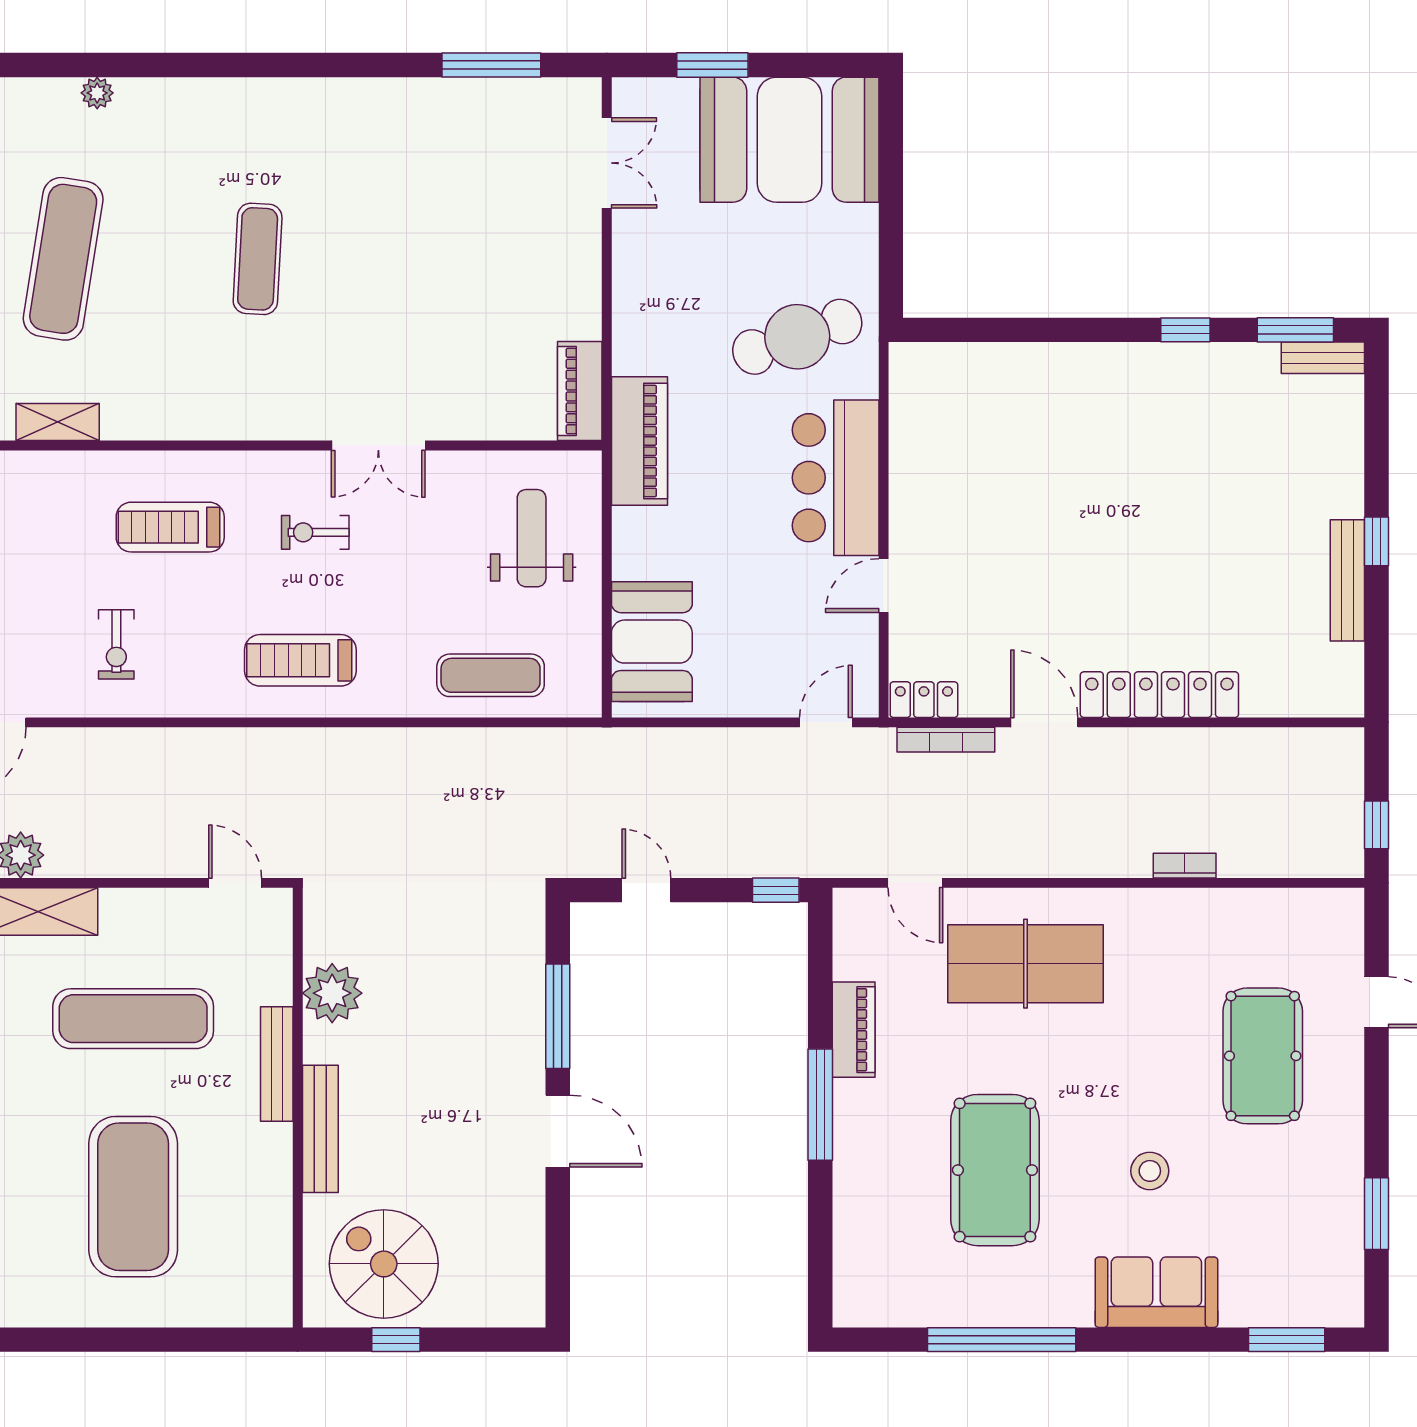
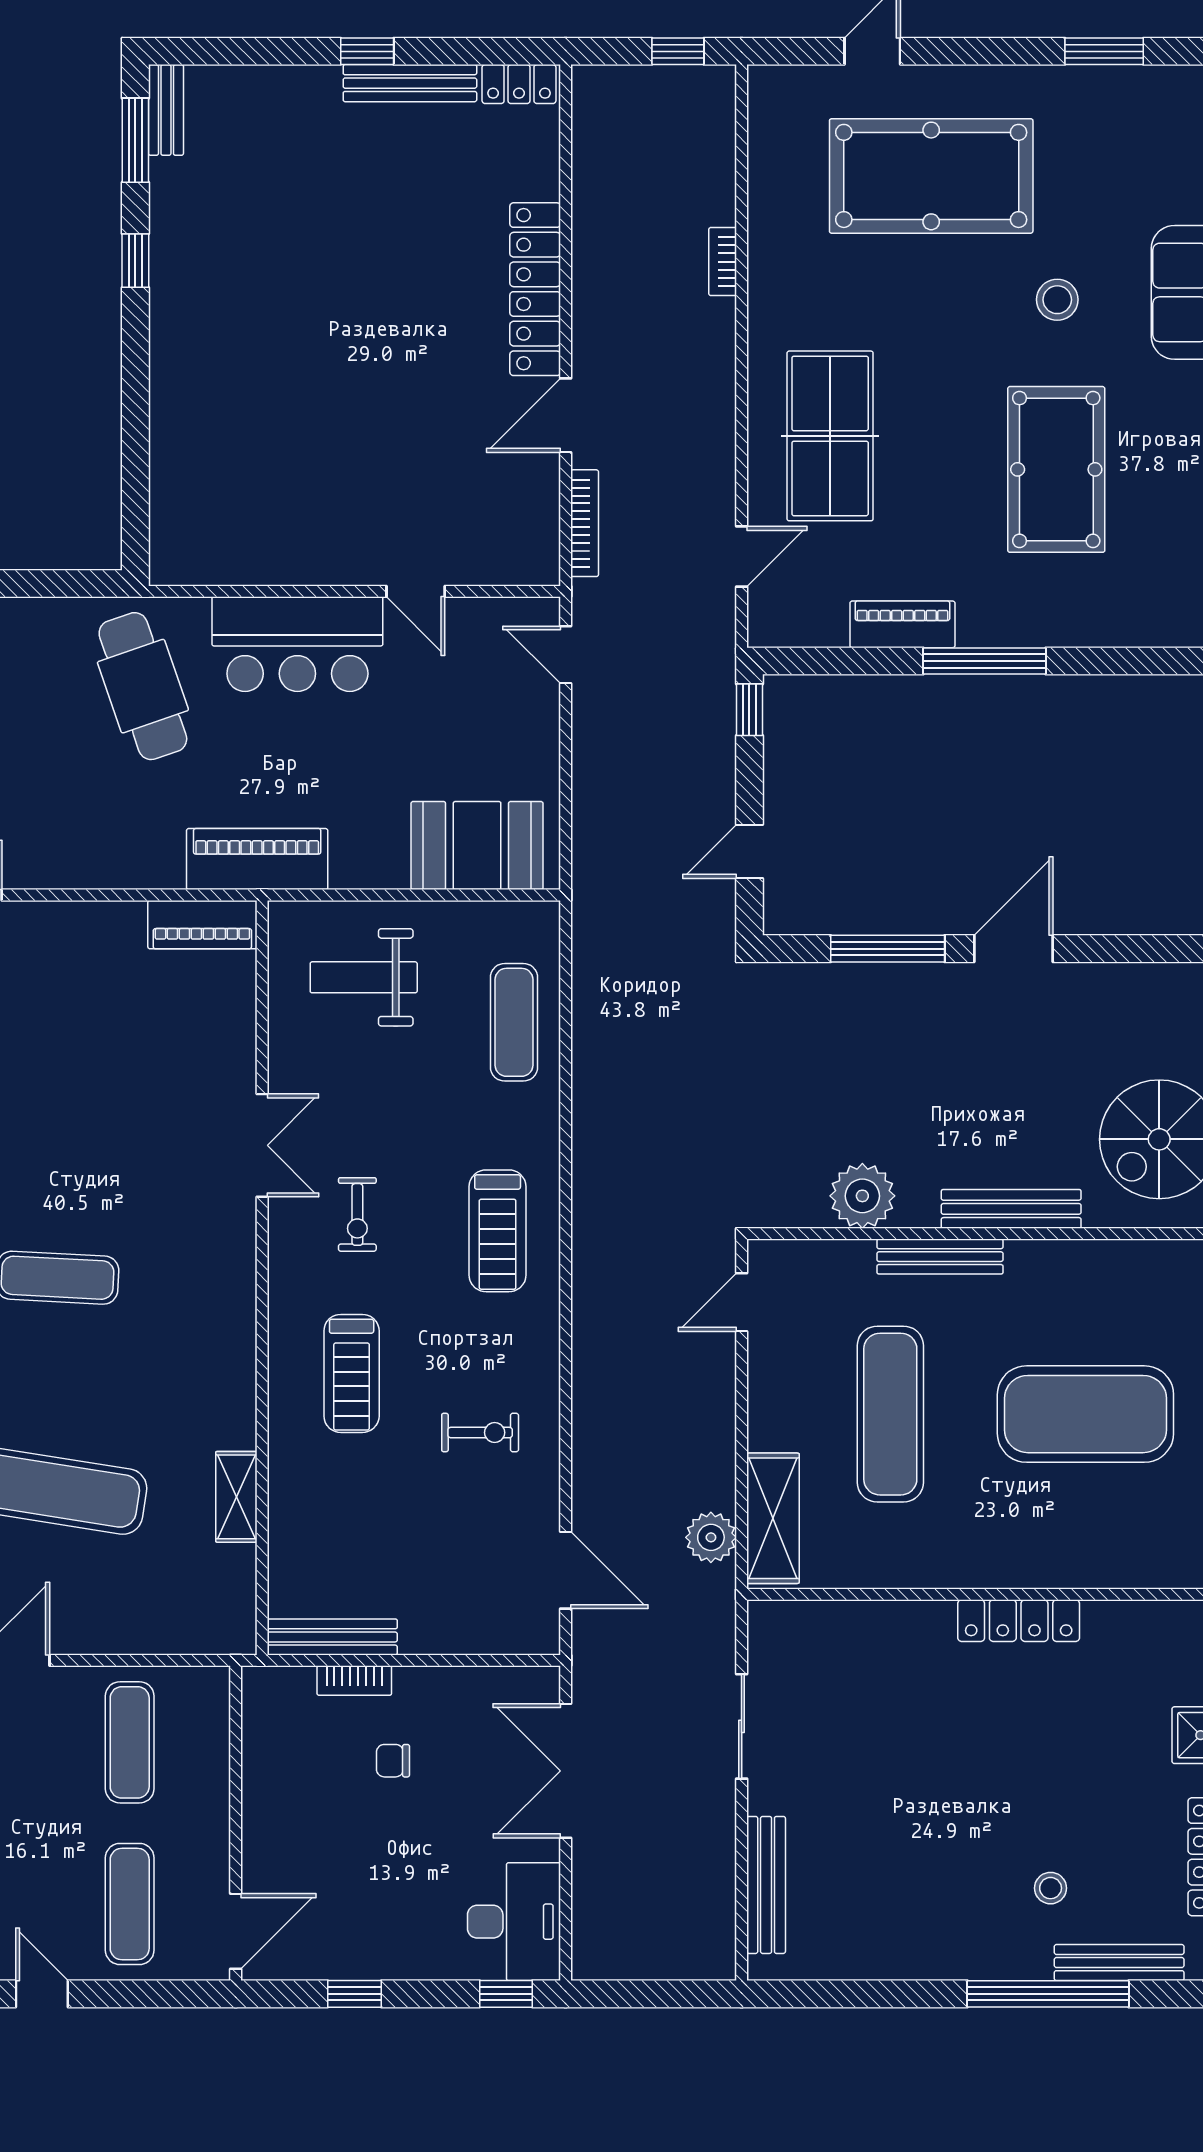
locker: (924, 700) -> (519, 84), moved, turned -90
pool table: (1263, 1056) -> (931, 176), width x1.36, depth x1.32
pool table: (995, 1170) -> (1056, 469), turned 90

